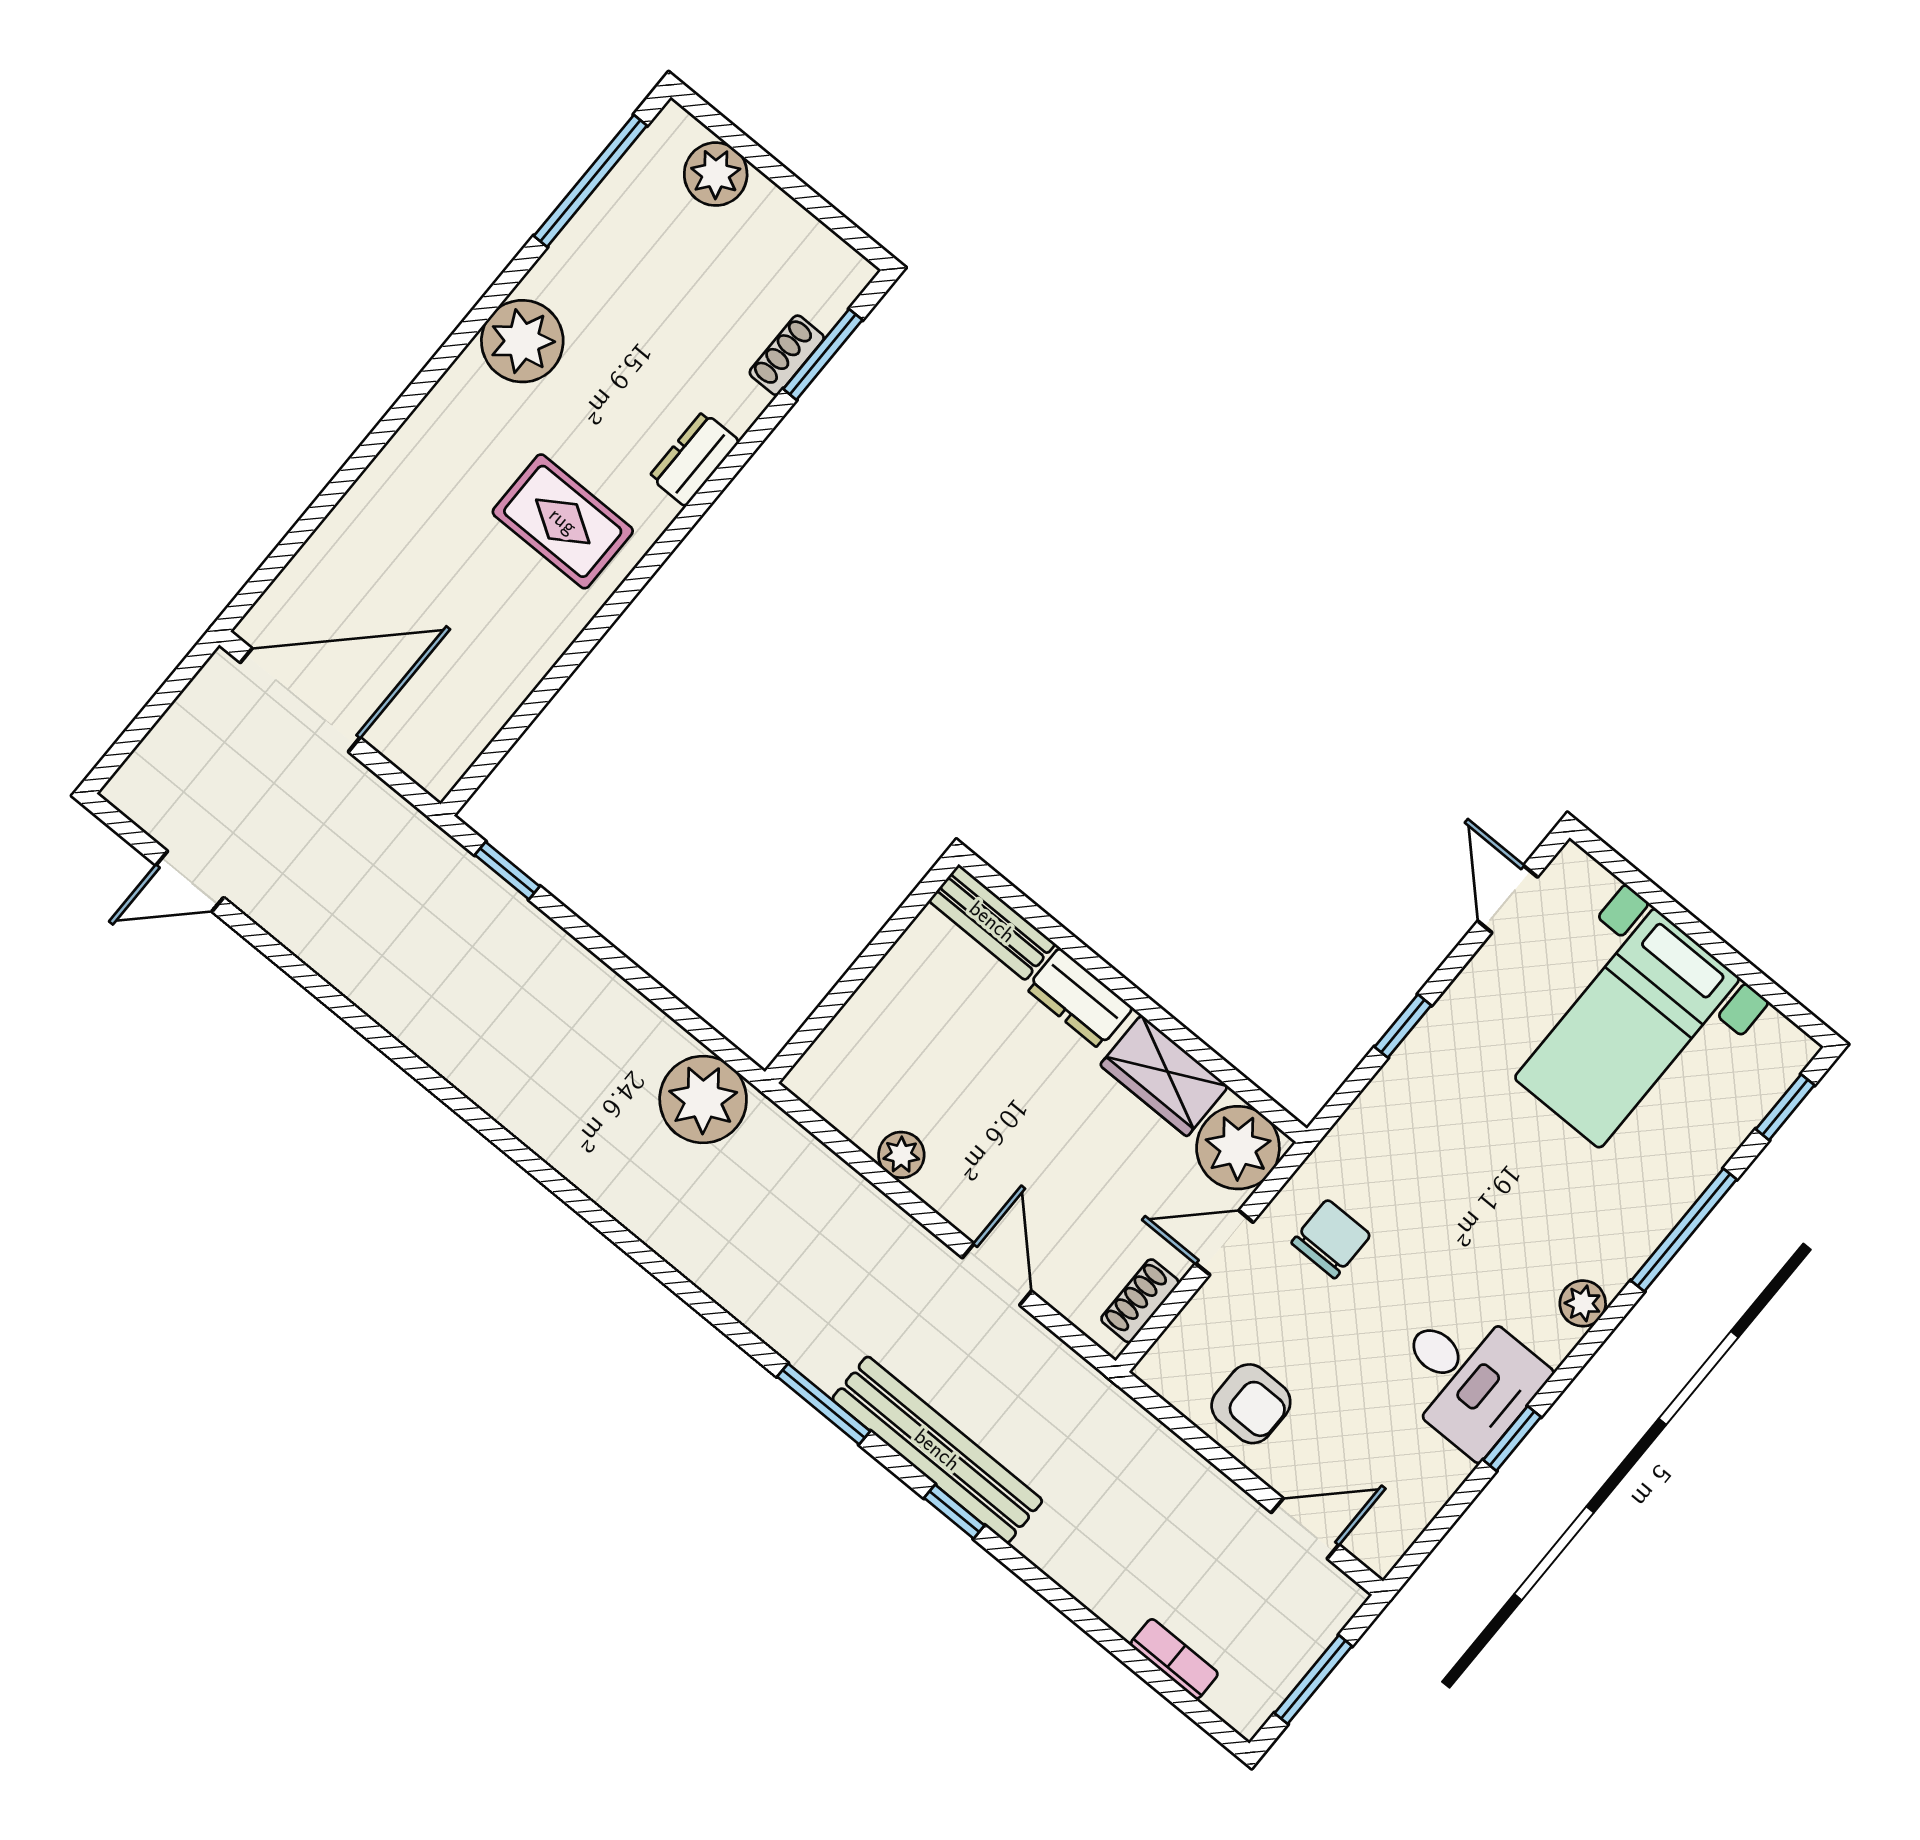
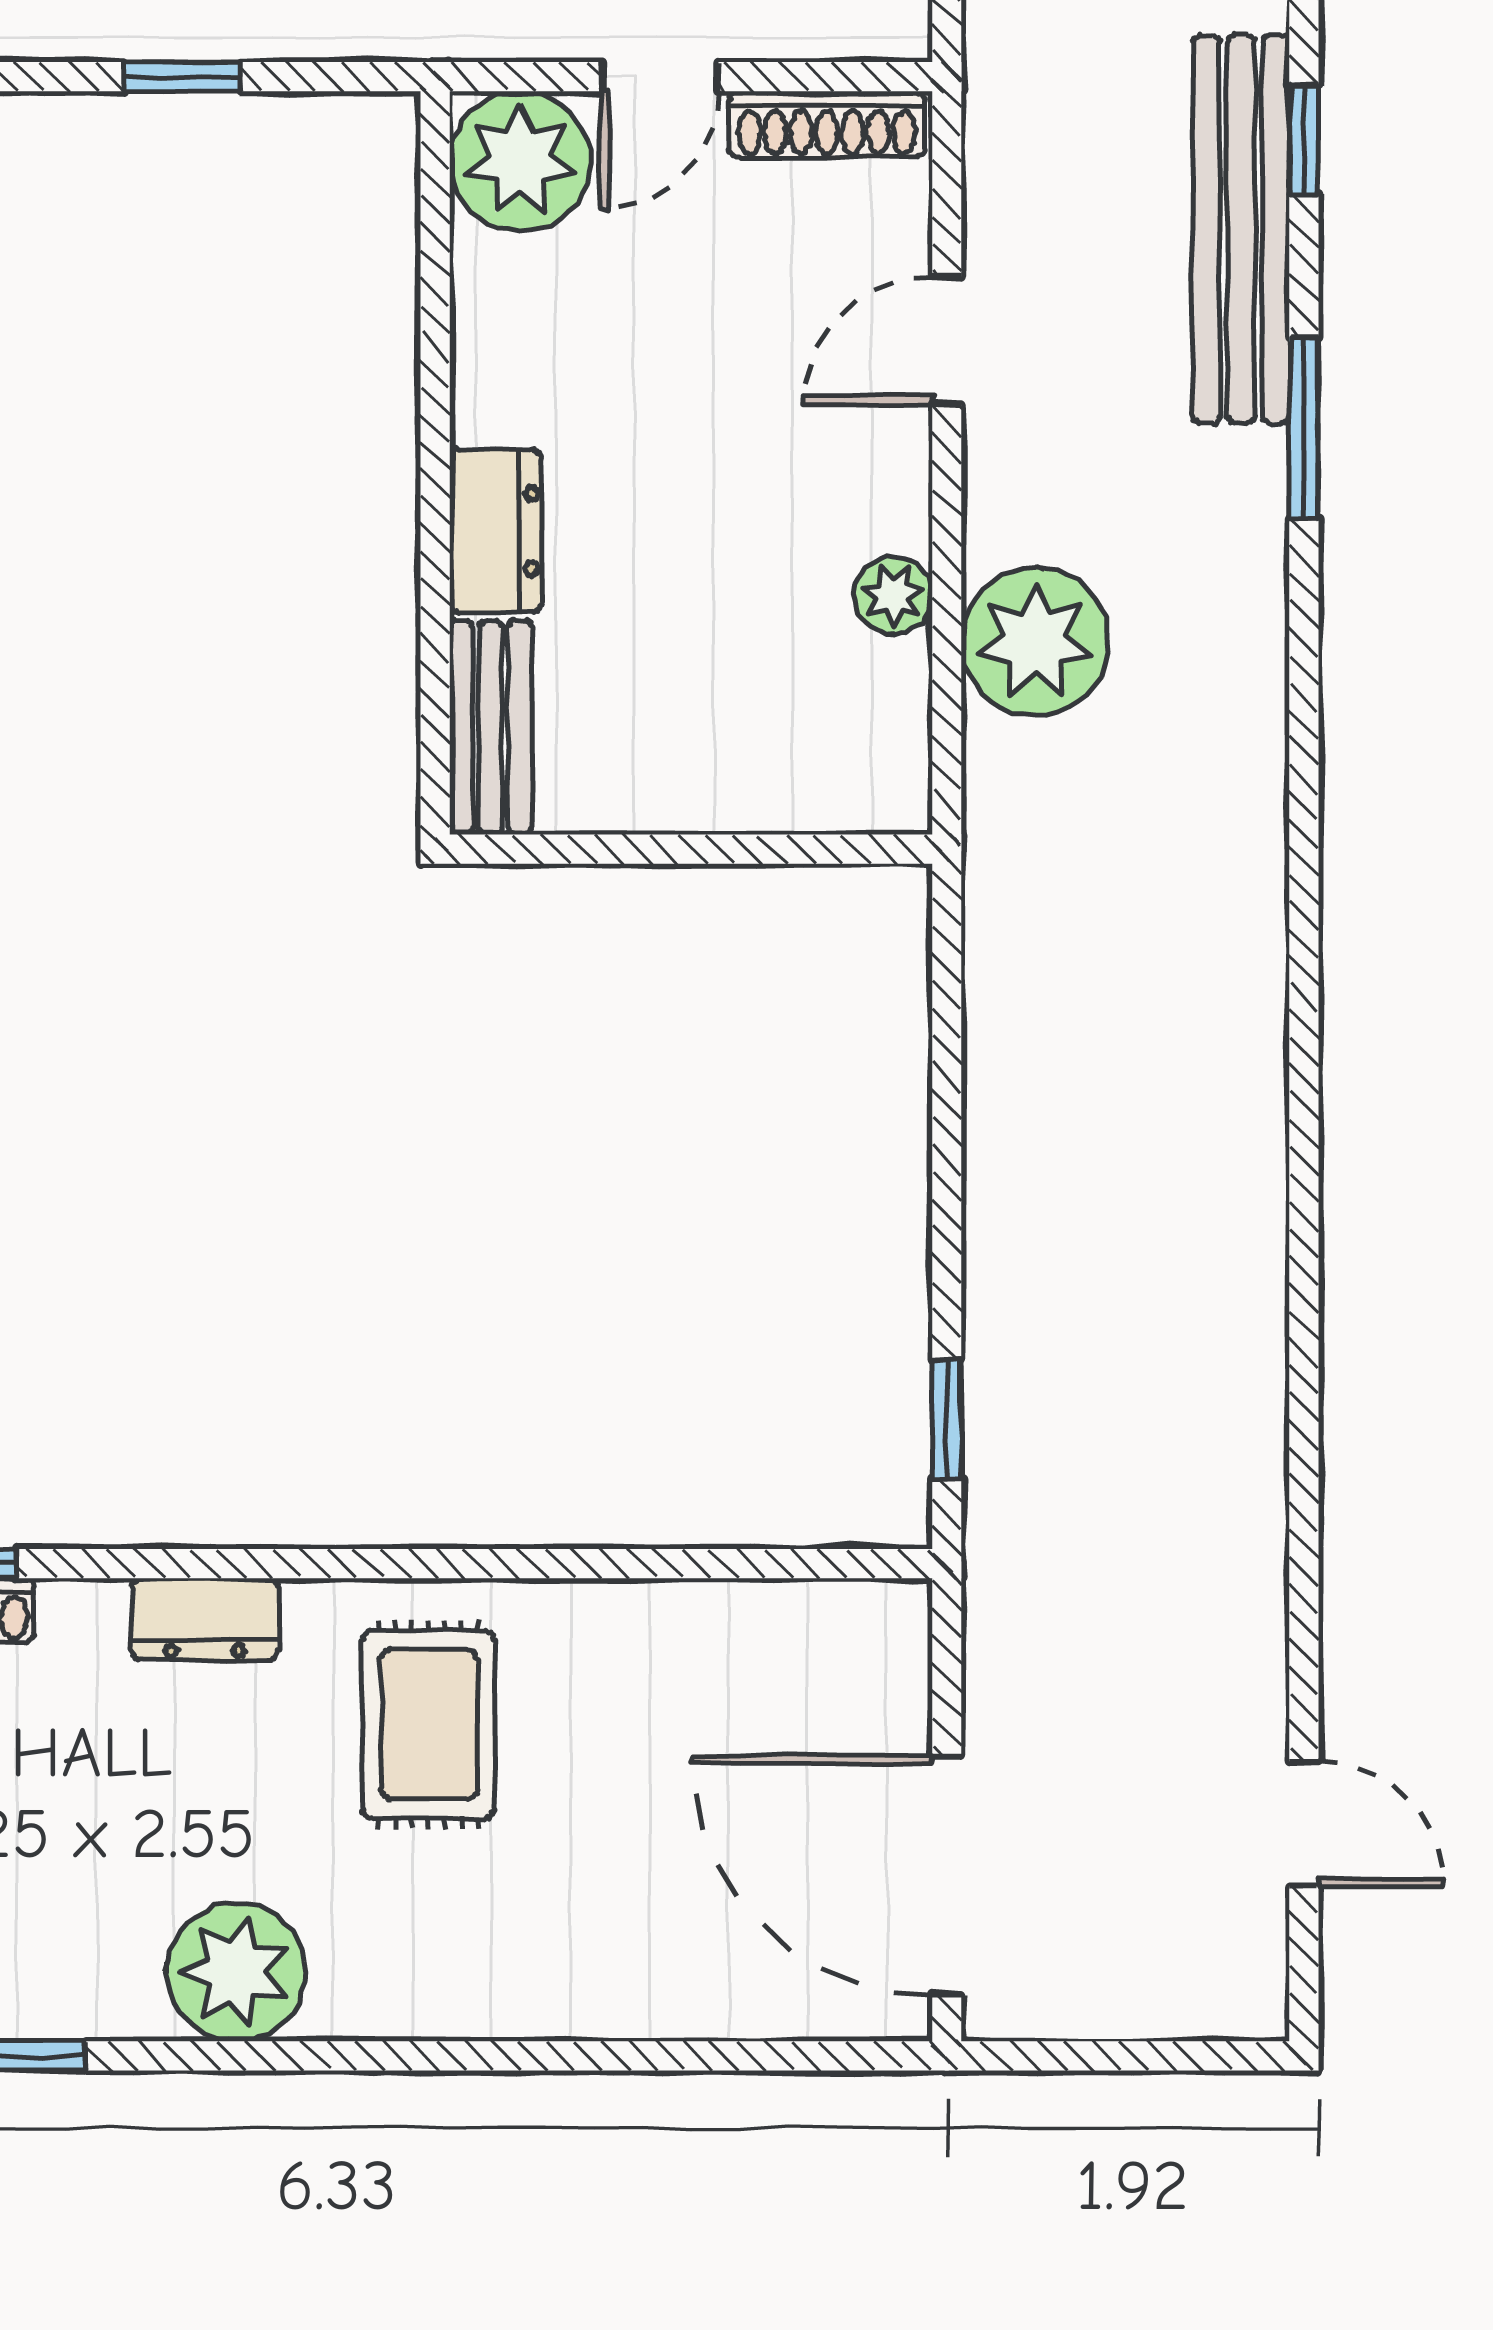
wardrobe: (1164, 1076) -> (505, 336), removed
plant: (703, 1100) -> (1035, 642), moved
door: (1224, 1243) -> (659, 77), hinge flipped
shoe rack: (1140, 1301) -> (827, 125), width x1.43

